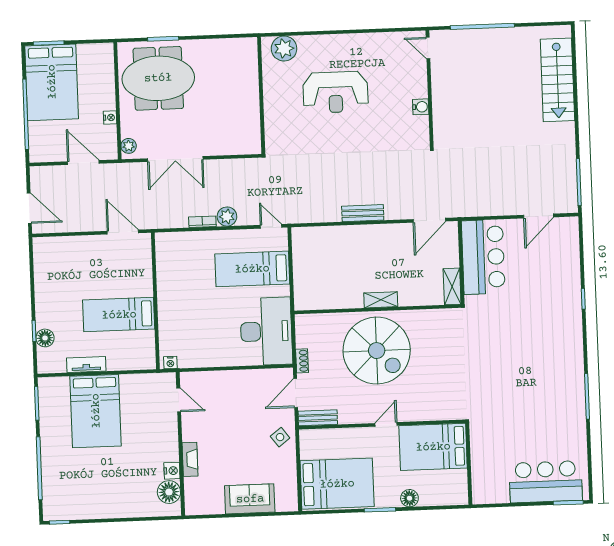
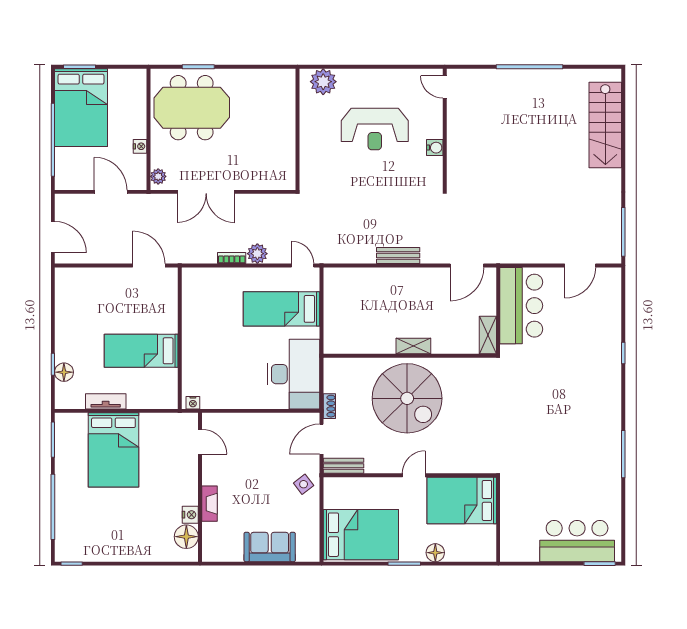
door: (428, 48) -> (445, 87), moved
wall: (430, 89) -> (445, 129), moved
water cooler: (421, 107) -> (435, 148), moved

